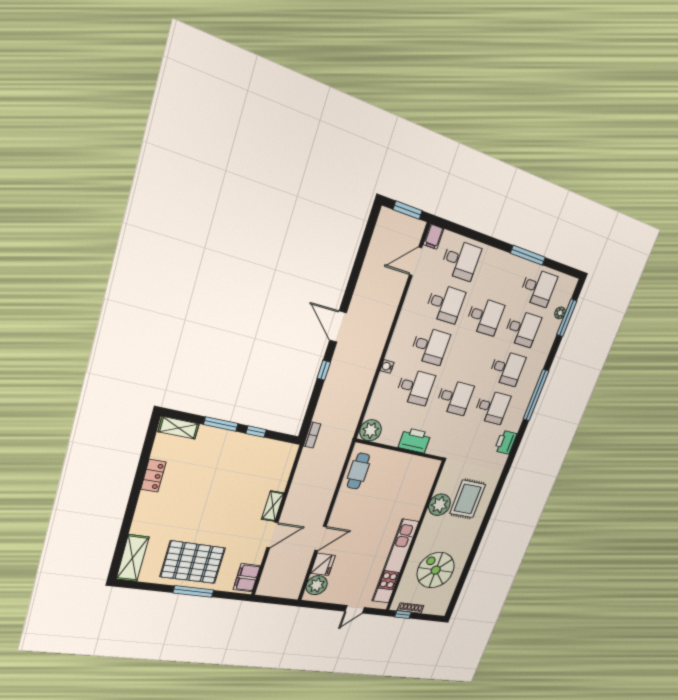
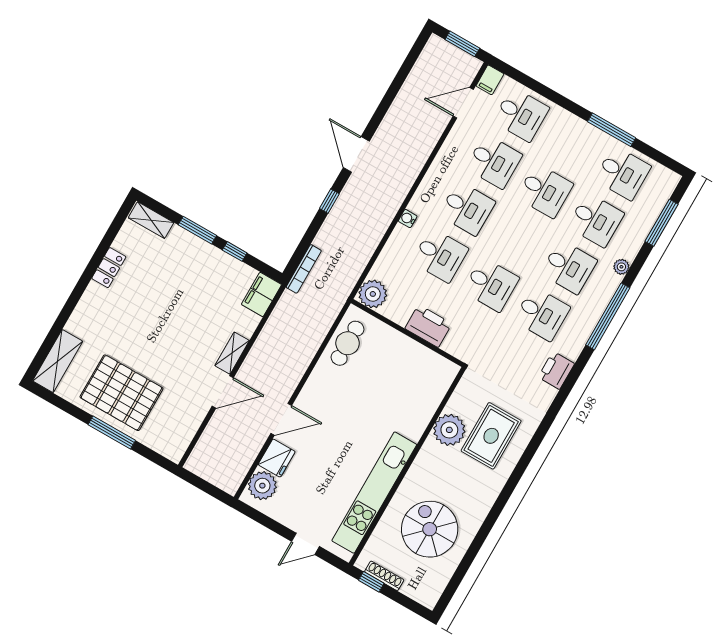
plant: (560, 313) -> (621, 267), moved
bookcase: (312, 435) -> (304, 269), width x1.56
filing cabinet: (247, 578) -> (261, 294), moved

